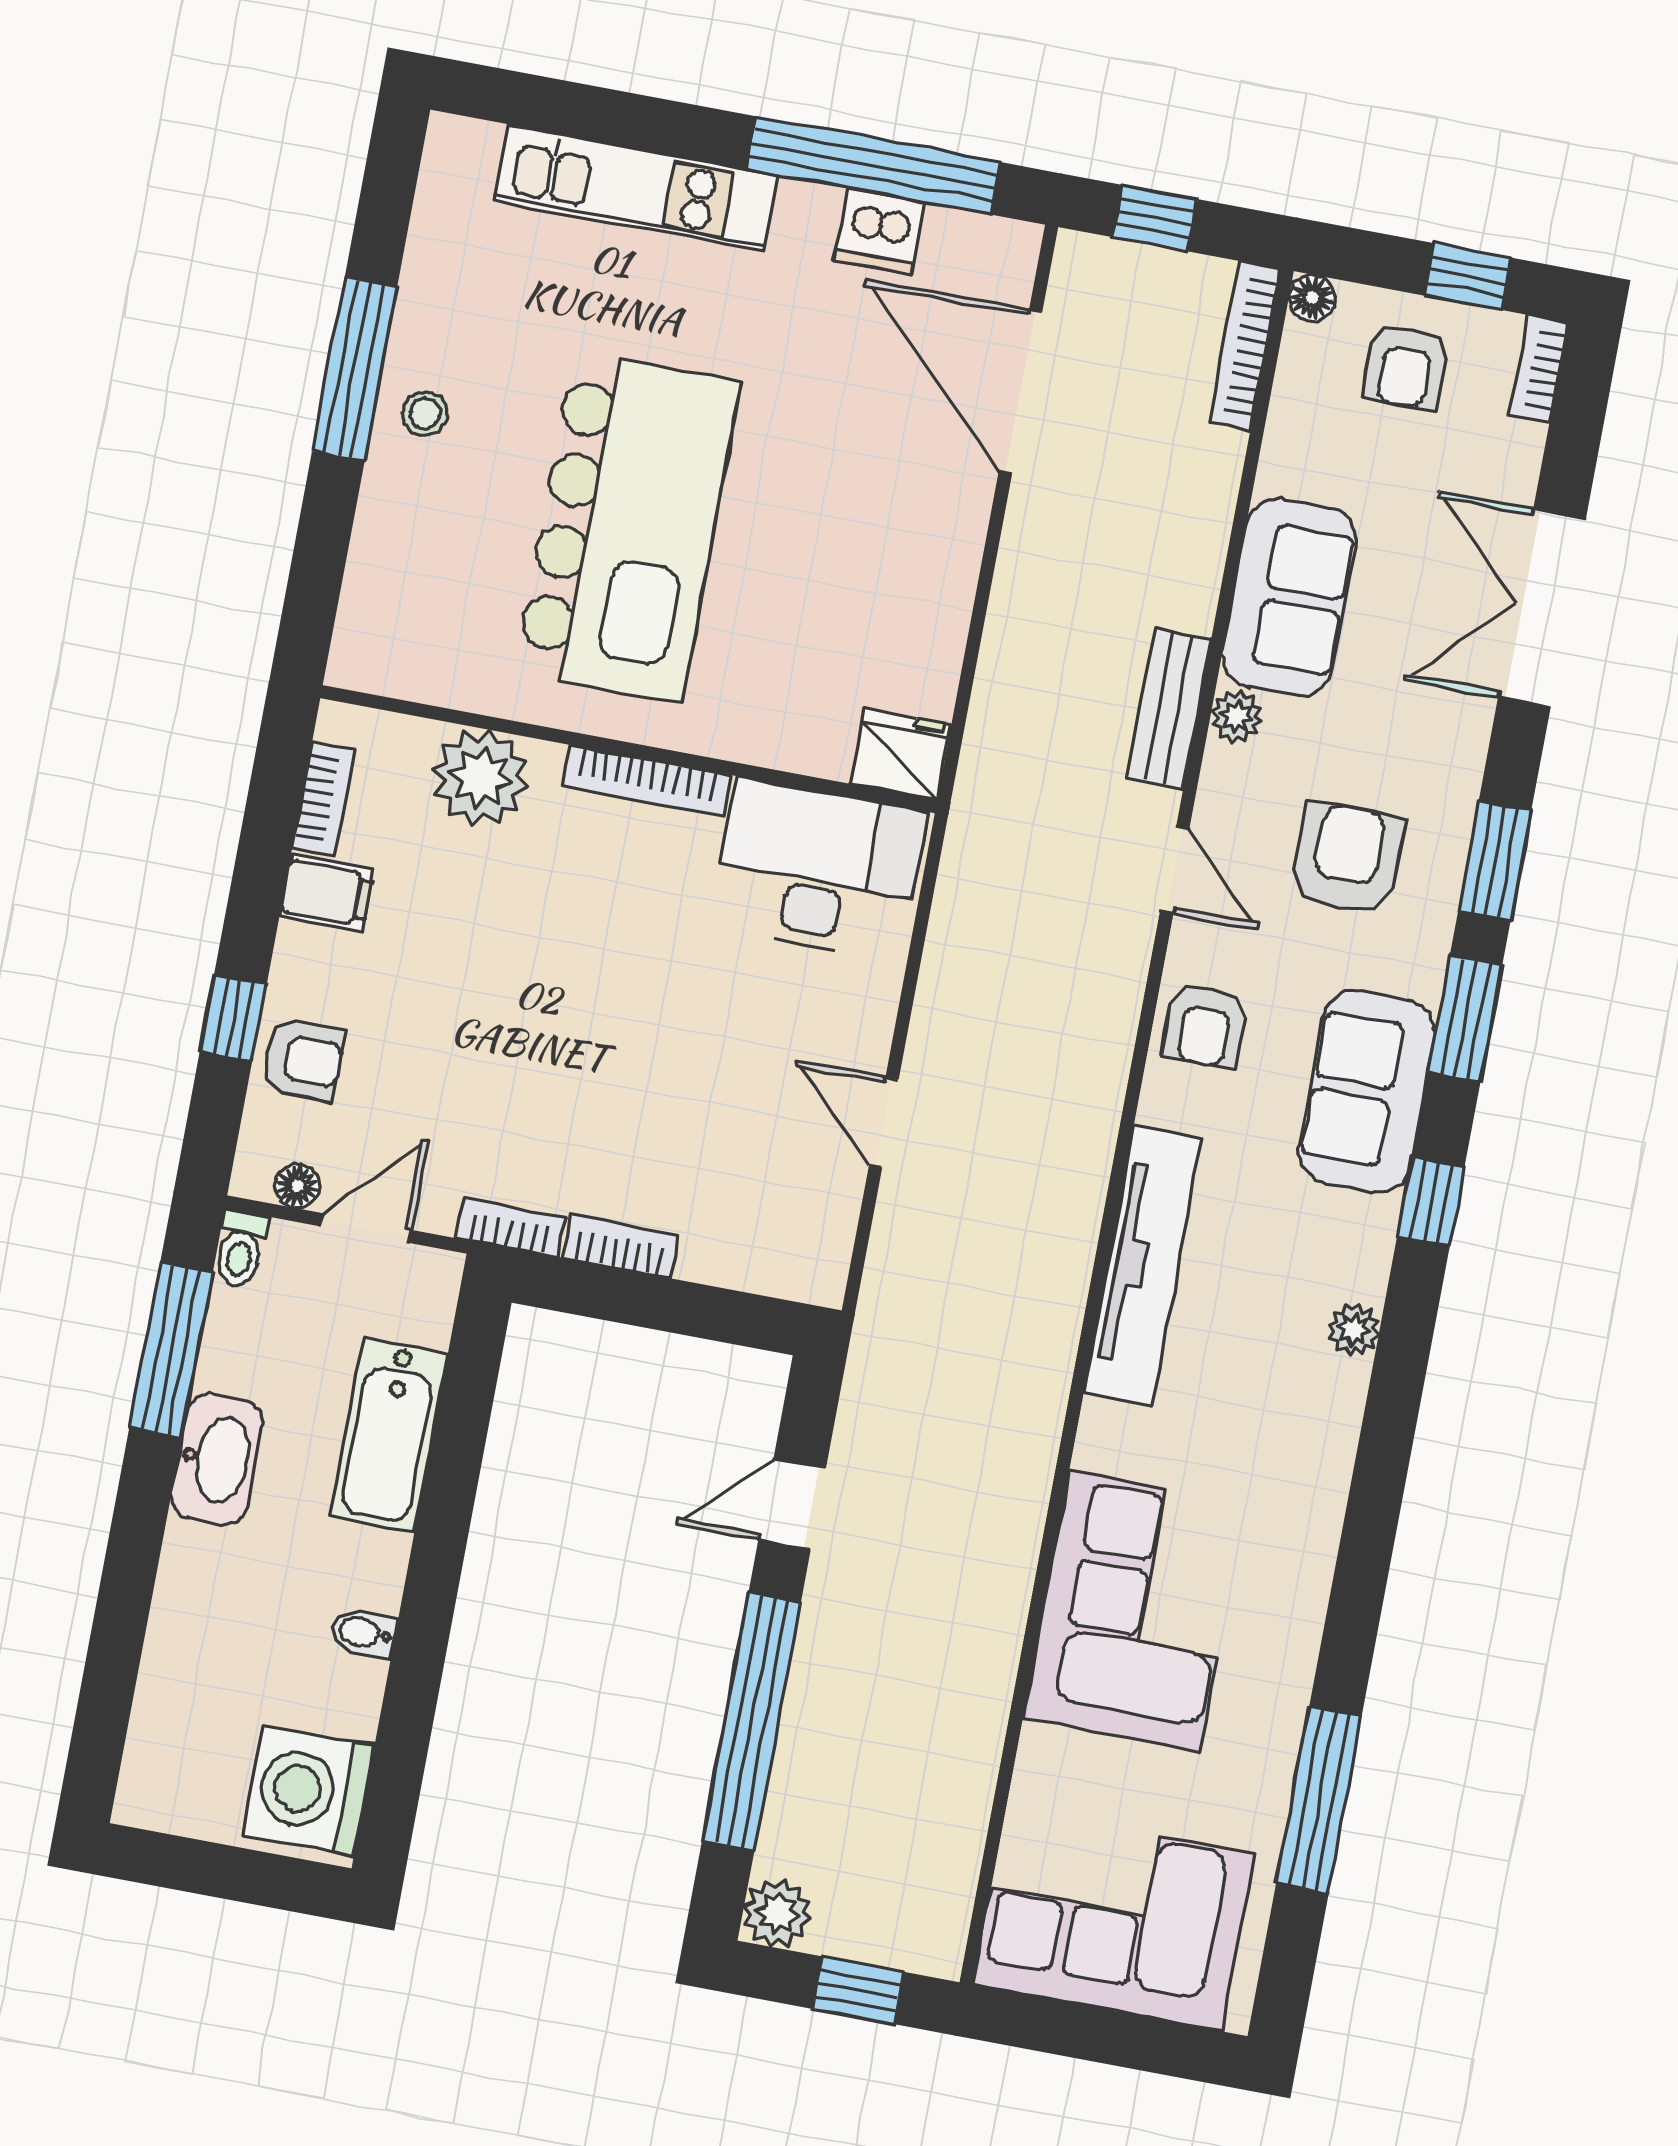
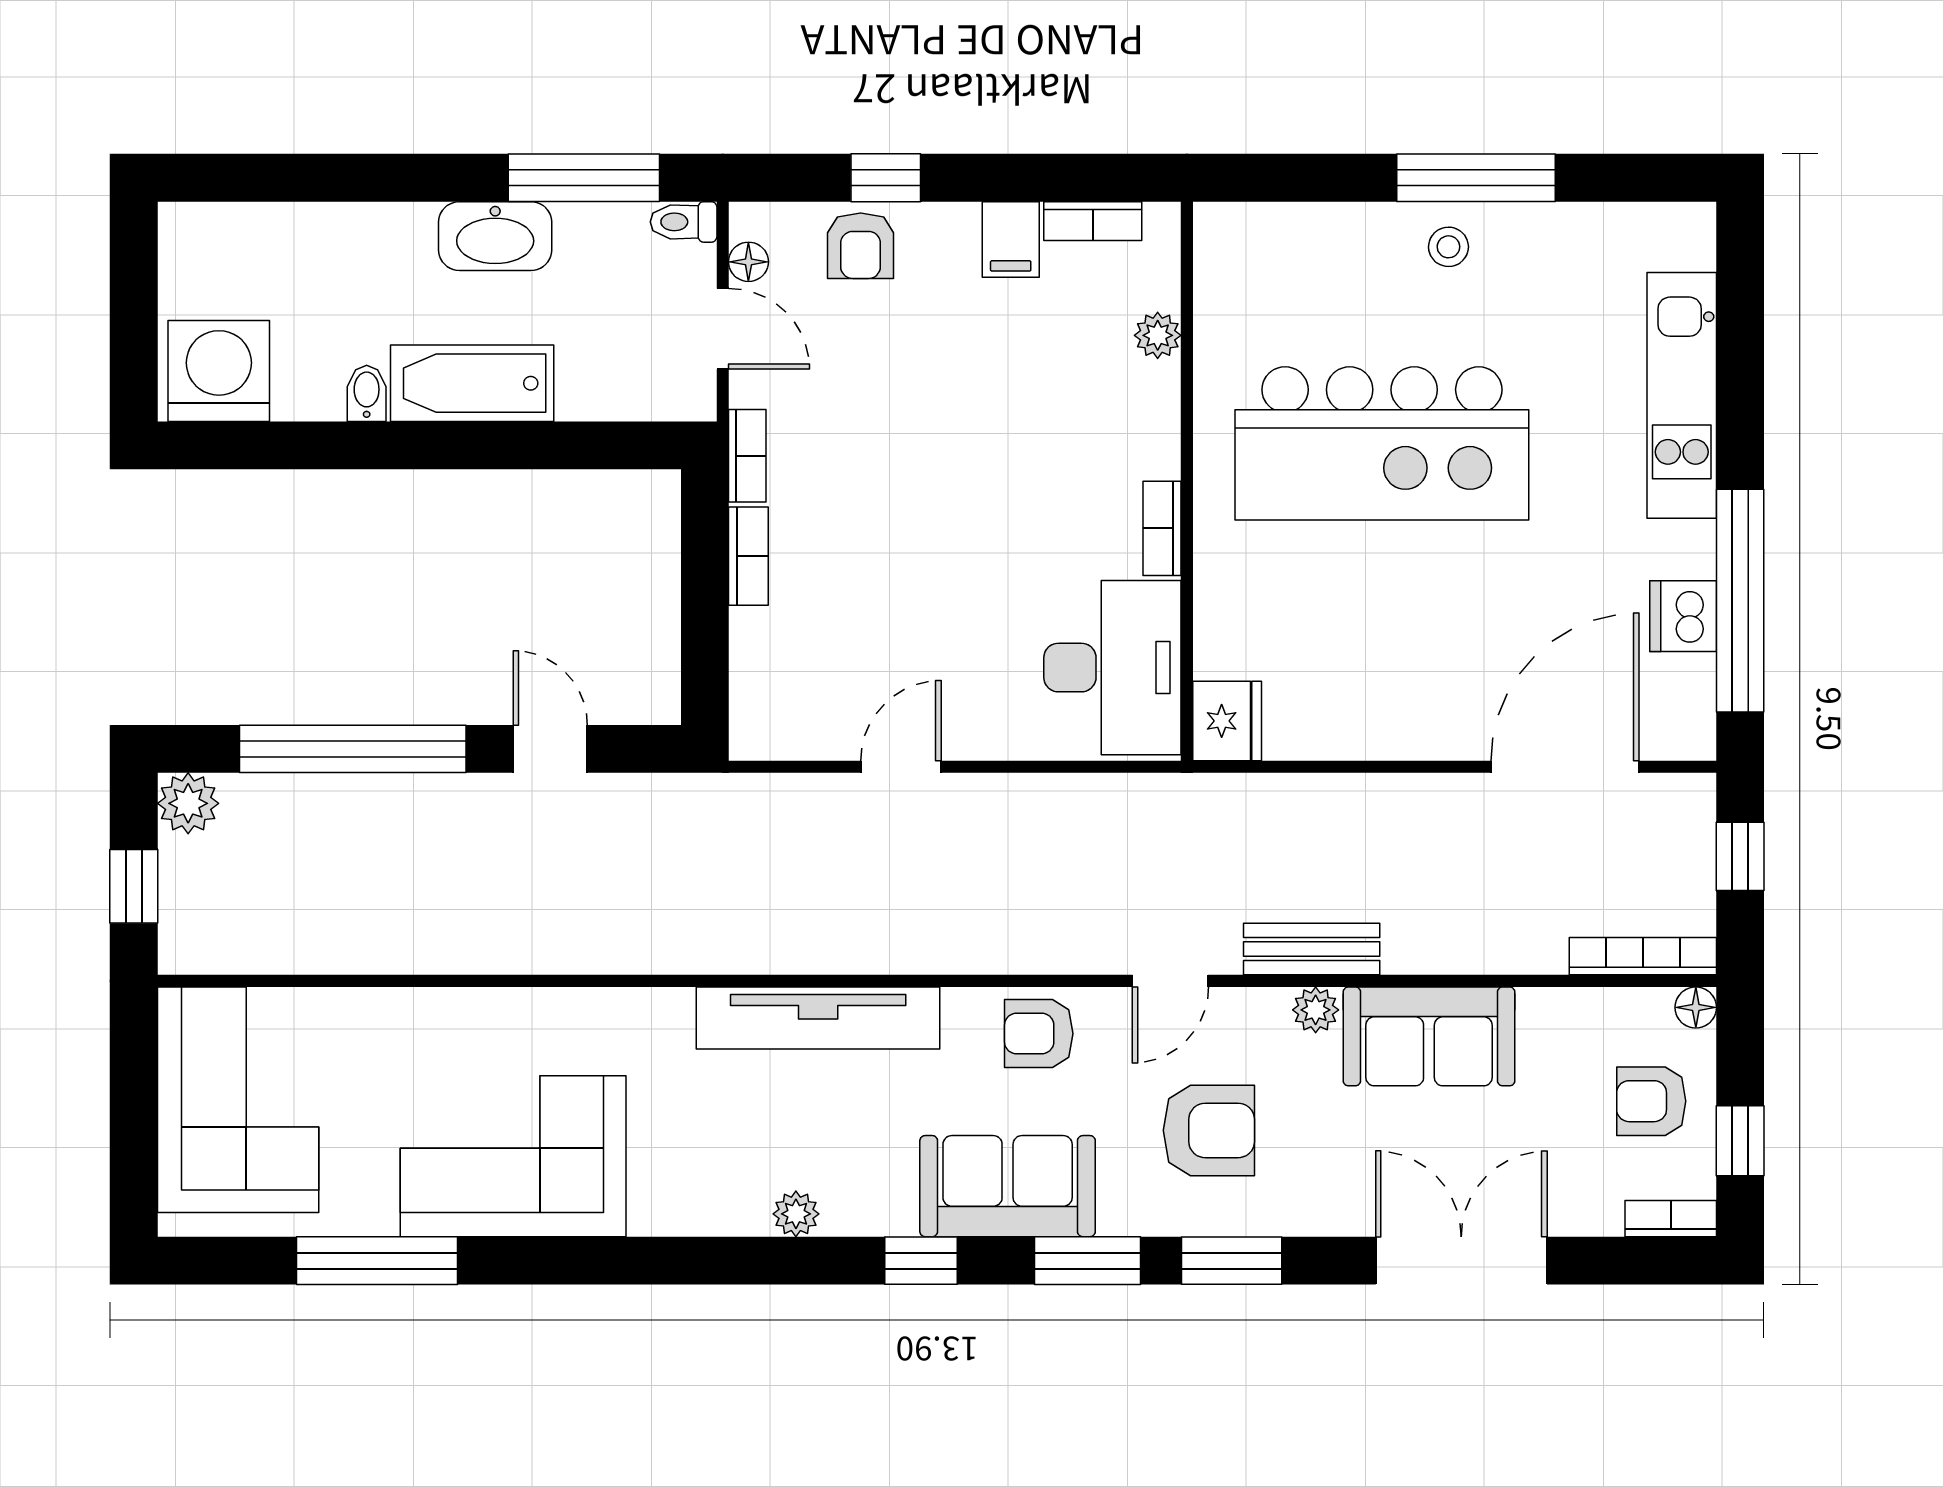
plant: (481, 778) -> (1158, 335), width x0.53, depth x0.53
bookcase: (646, 781) -> (1162, 528), width x0.64
bathtub: (389, 1436) -> (472, 383), moved
corner sofa: (1134, 1611) -> (513, 1156), moved, turned 180

